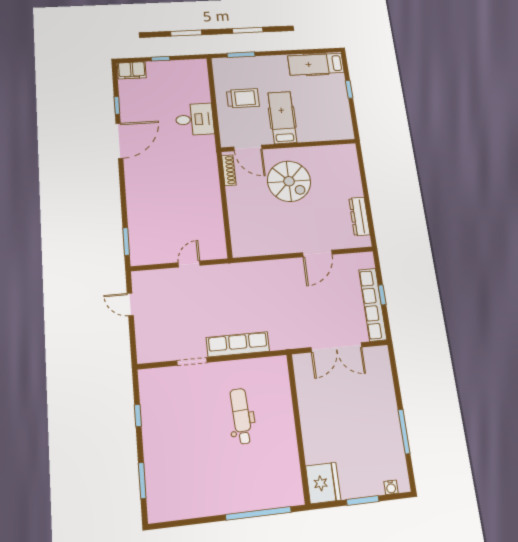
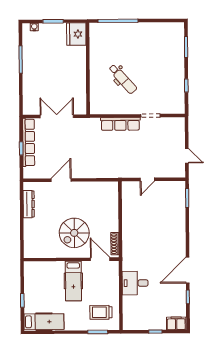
trolley: (243, 98) -> (101, 312), moved
spiral stairs: (289, 181) -> (74, 233), turned -90
dental chair: (241, 416) -> (123, 79), turned -39

